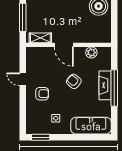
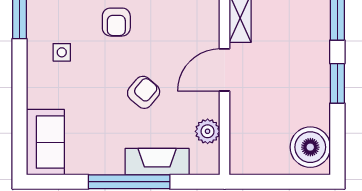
fireplace: (105, 85) -> (157, 162), moved
sofa: (91, 126) -> (45, 142), width x0.73

